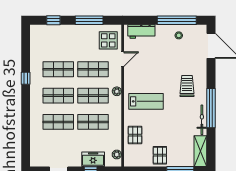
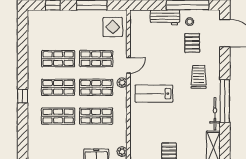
workbench: (141, 31) -> (165, 17), moved
door: (123, 59) -> (128, 65), moved
window: (26, 78) -> (23, 96), moved
lab bench: (146, 101) -> (154, 94), turned 180
pallet: (135, 135) -> (192, 43), moved

